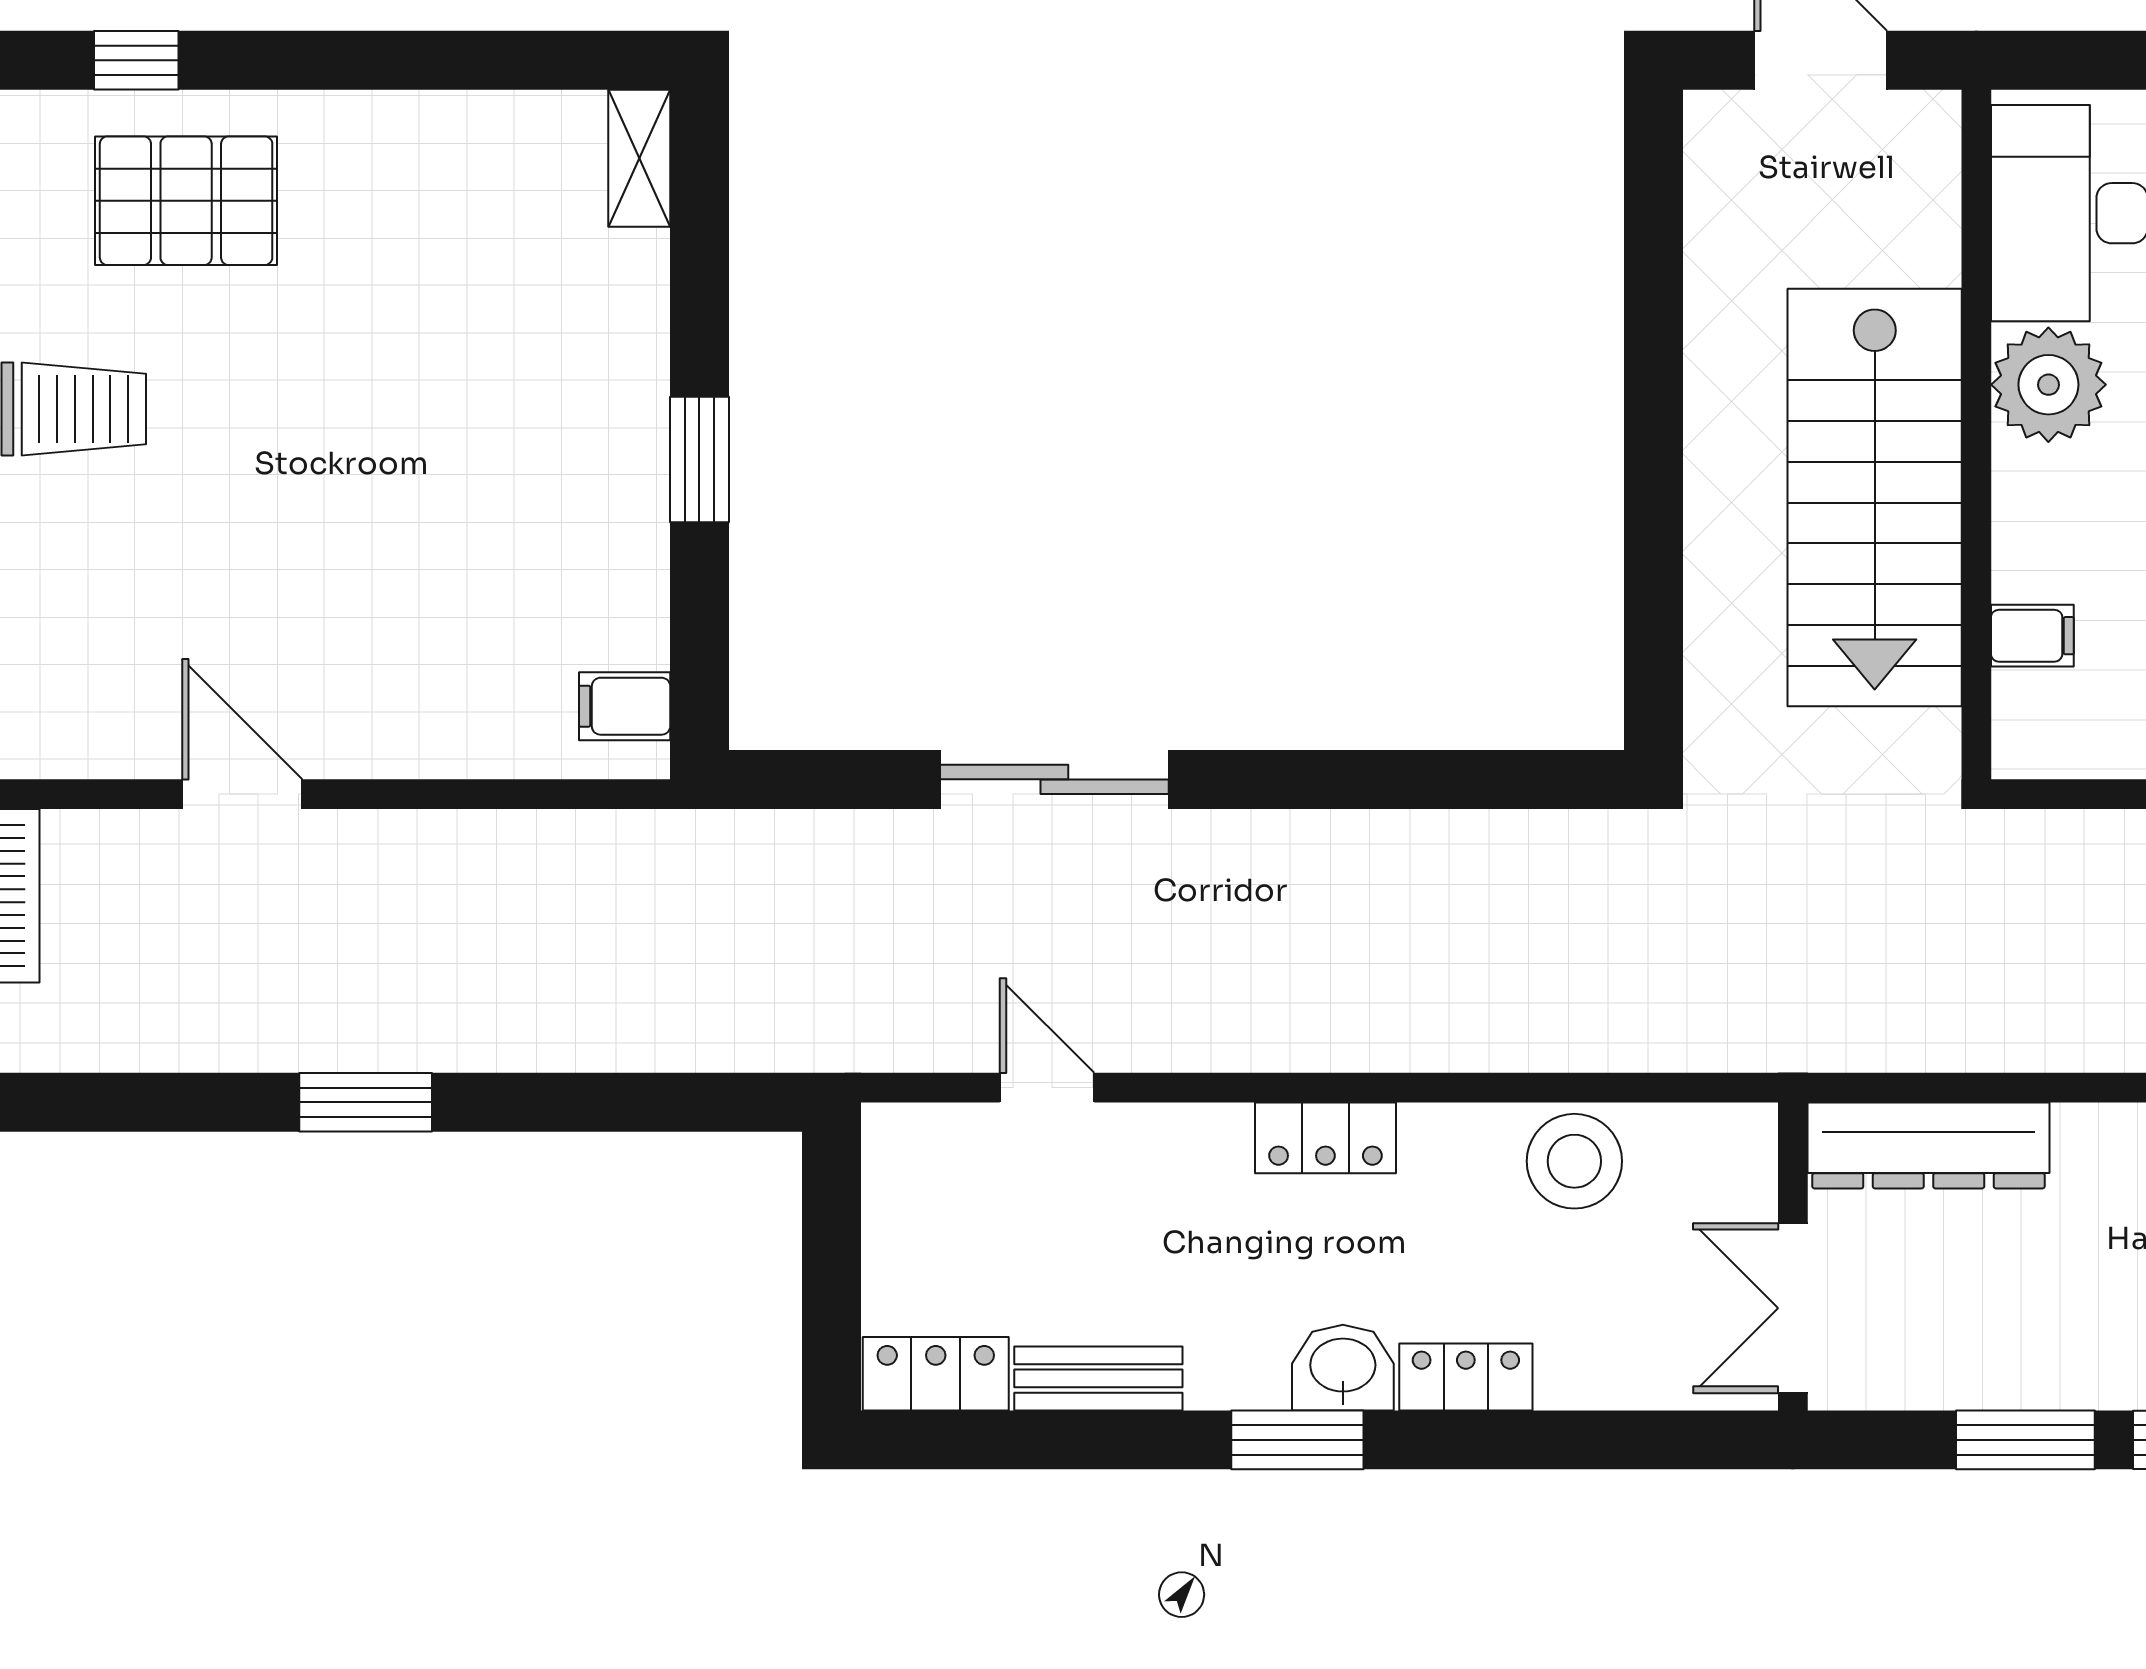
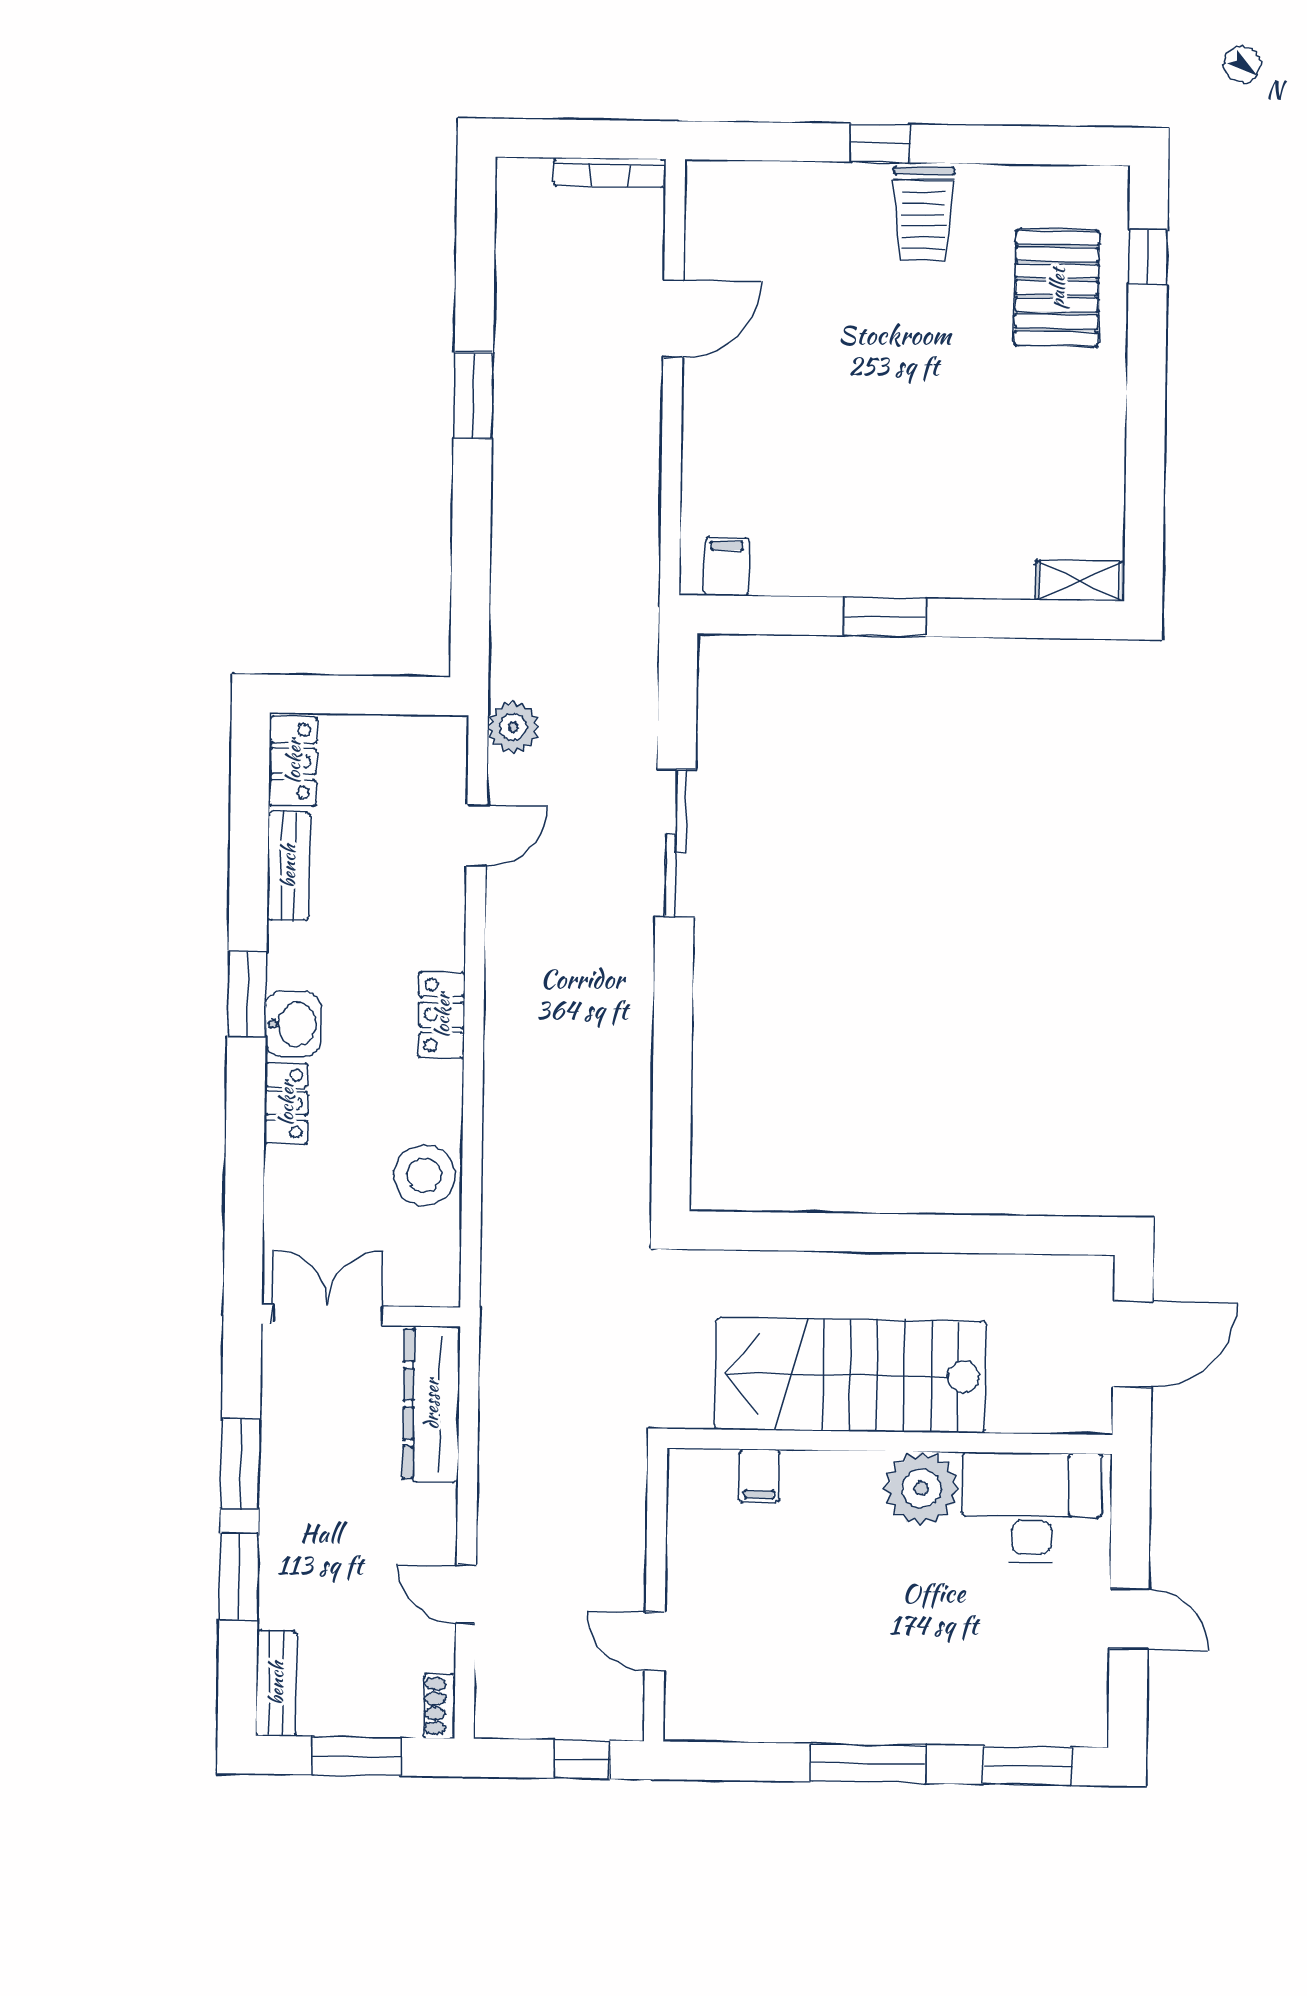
plant: (878, 1033) -> (513, 727), added

